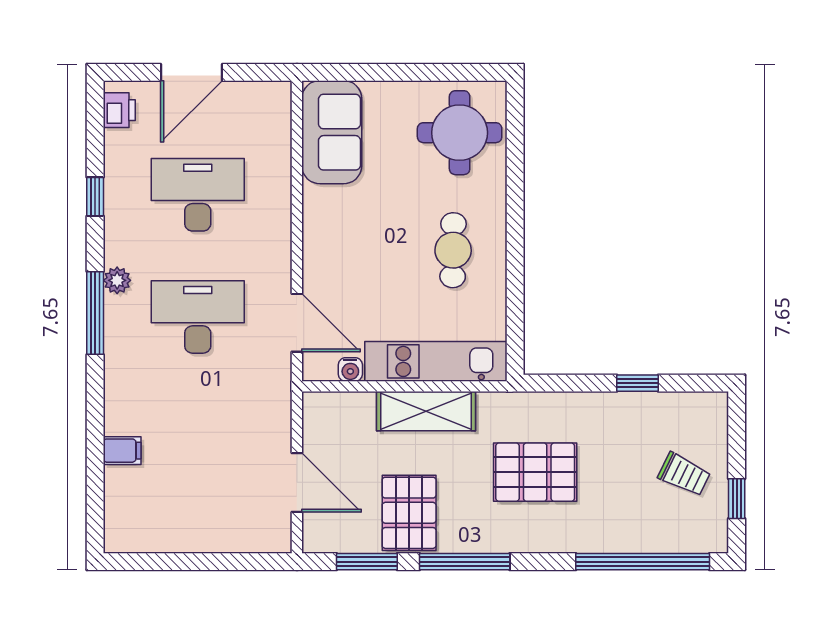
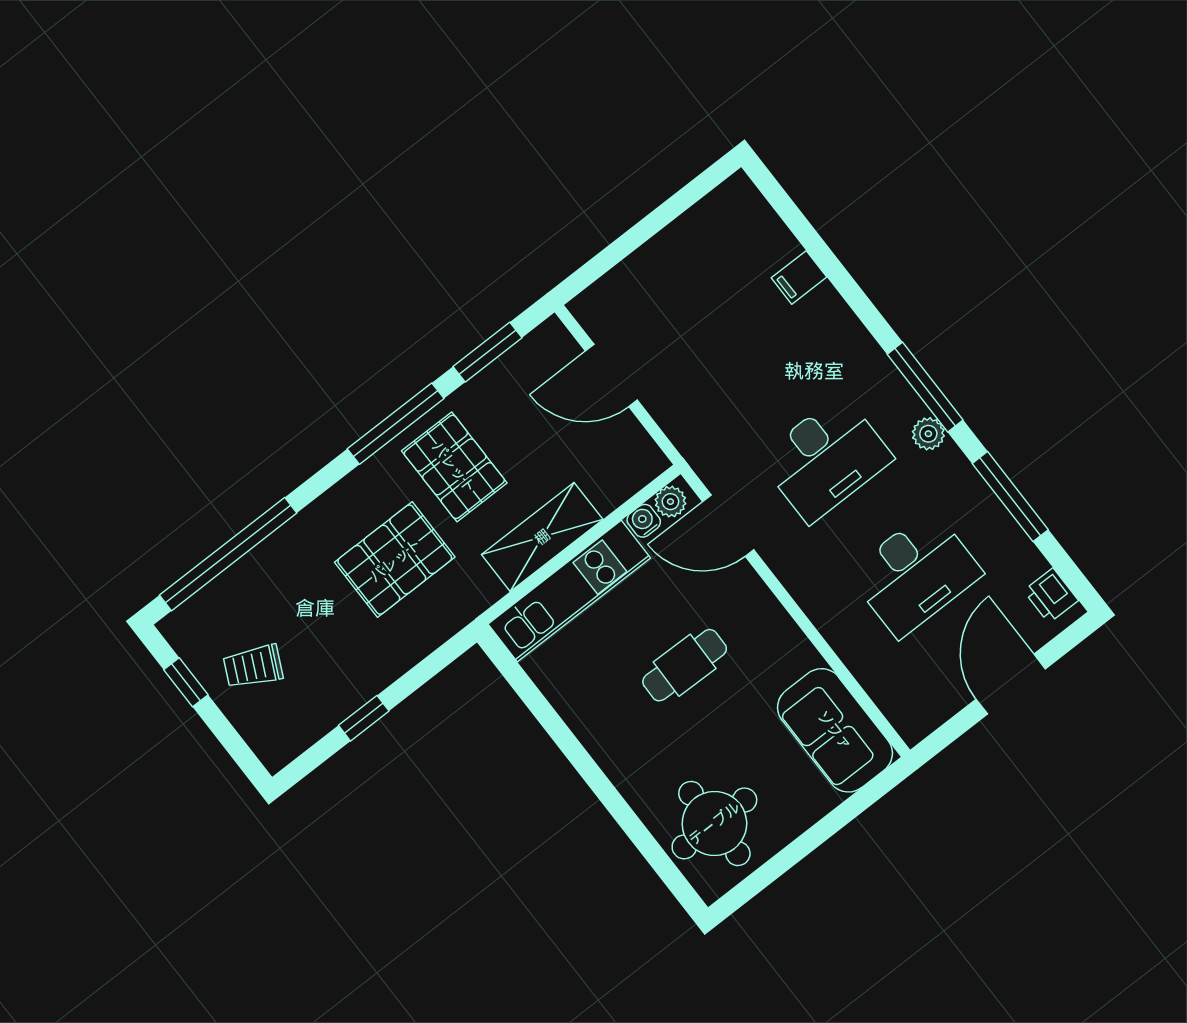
window: (95, 197) -> (1010, 497), width x2.17
cafe table: (453, 250) -> (685, 665), moved, turned 90
plant: (323, 368) -> (670, 502), added
pallet: (409, 513) -> (454, 467), moved

